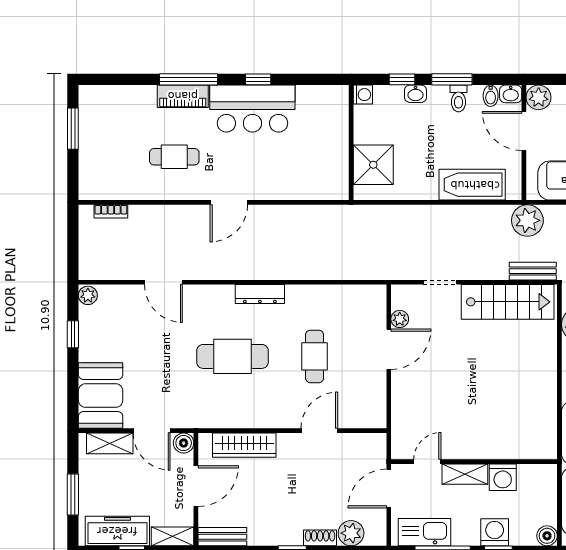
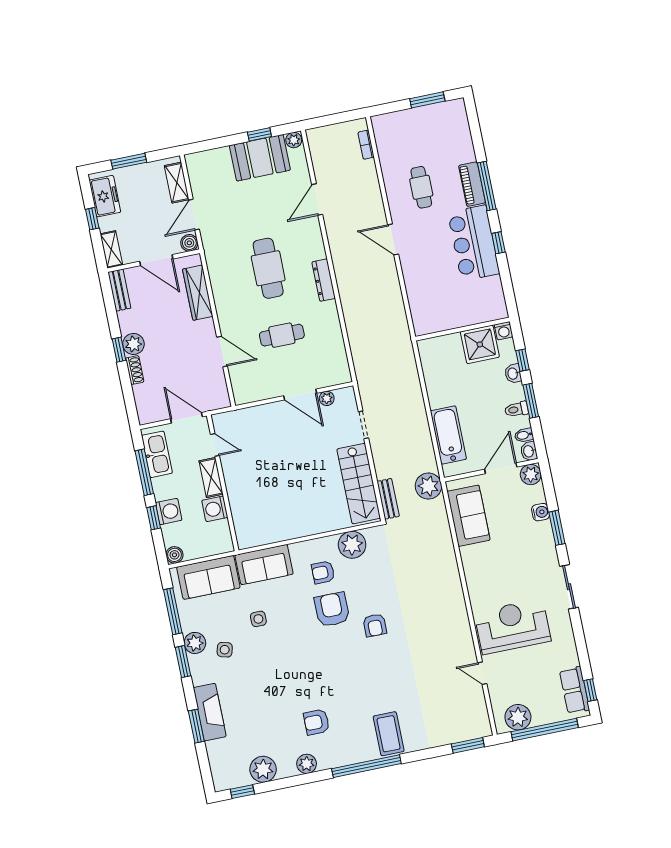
shower: (373, 165) -> (480, 344), moved
booth: (101, 396) -> (260, 158), moved
freezer: (117, 531) -> (105, 196), width x0.71
plant: (351, 533) -> (133, 344), moved

